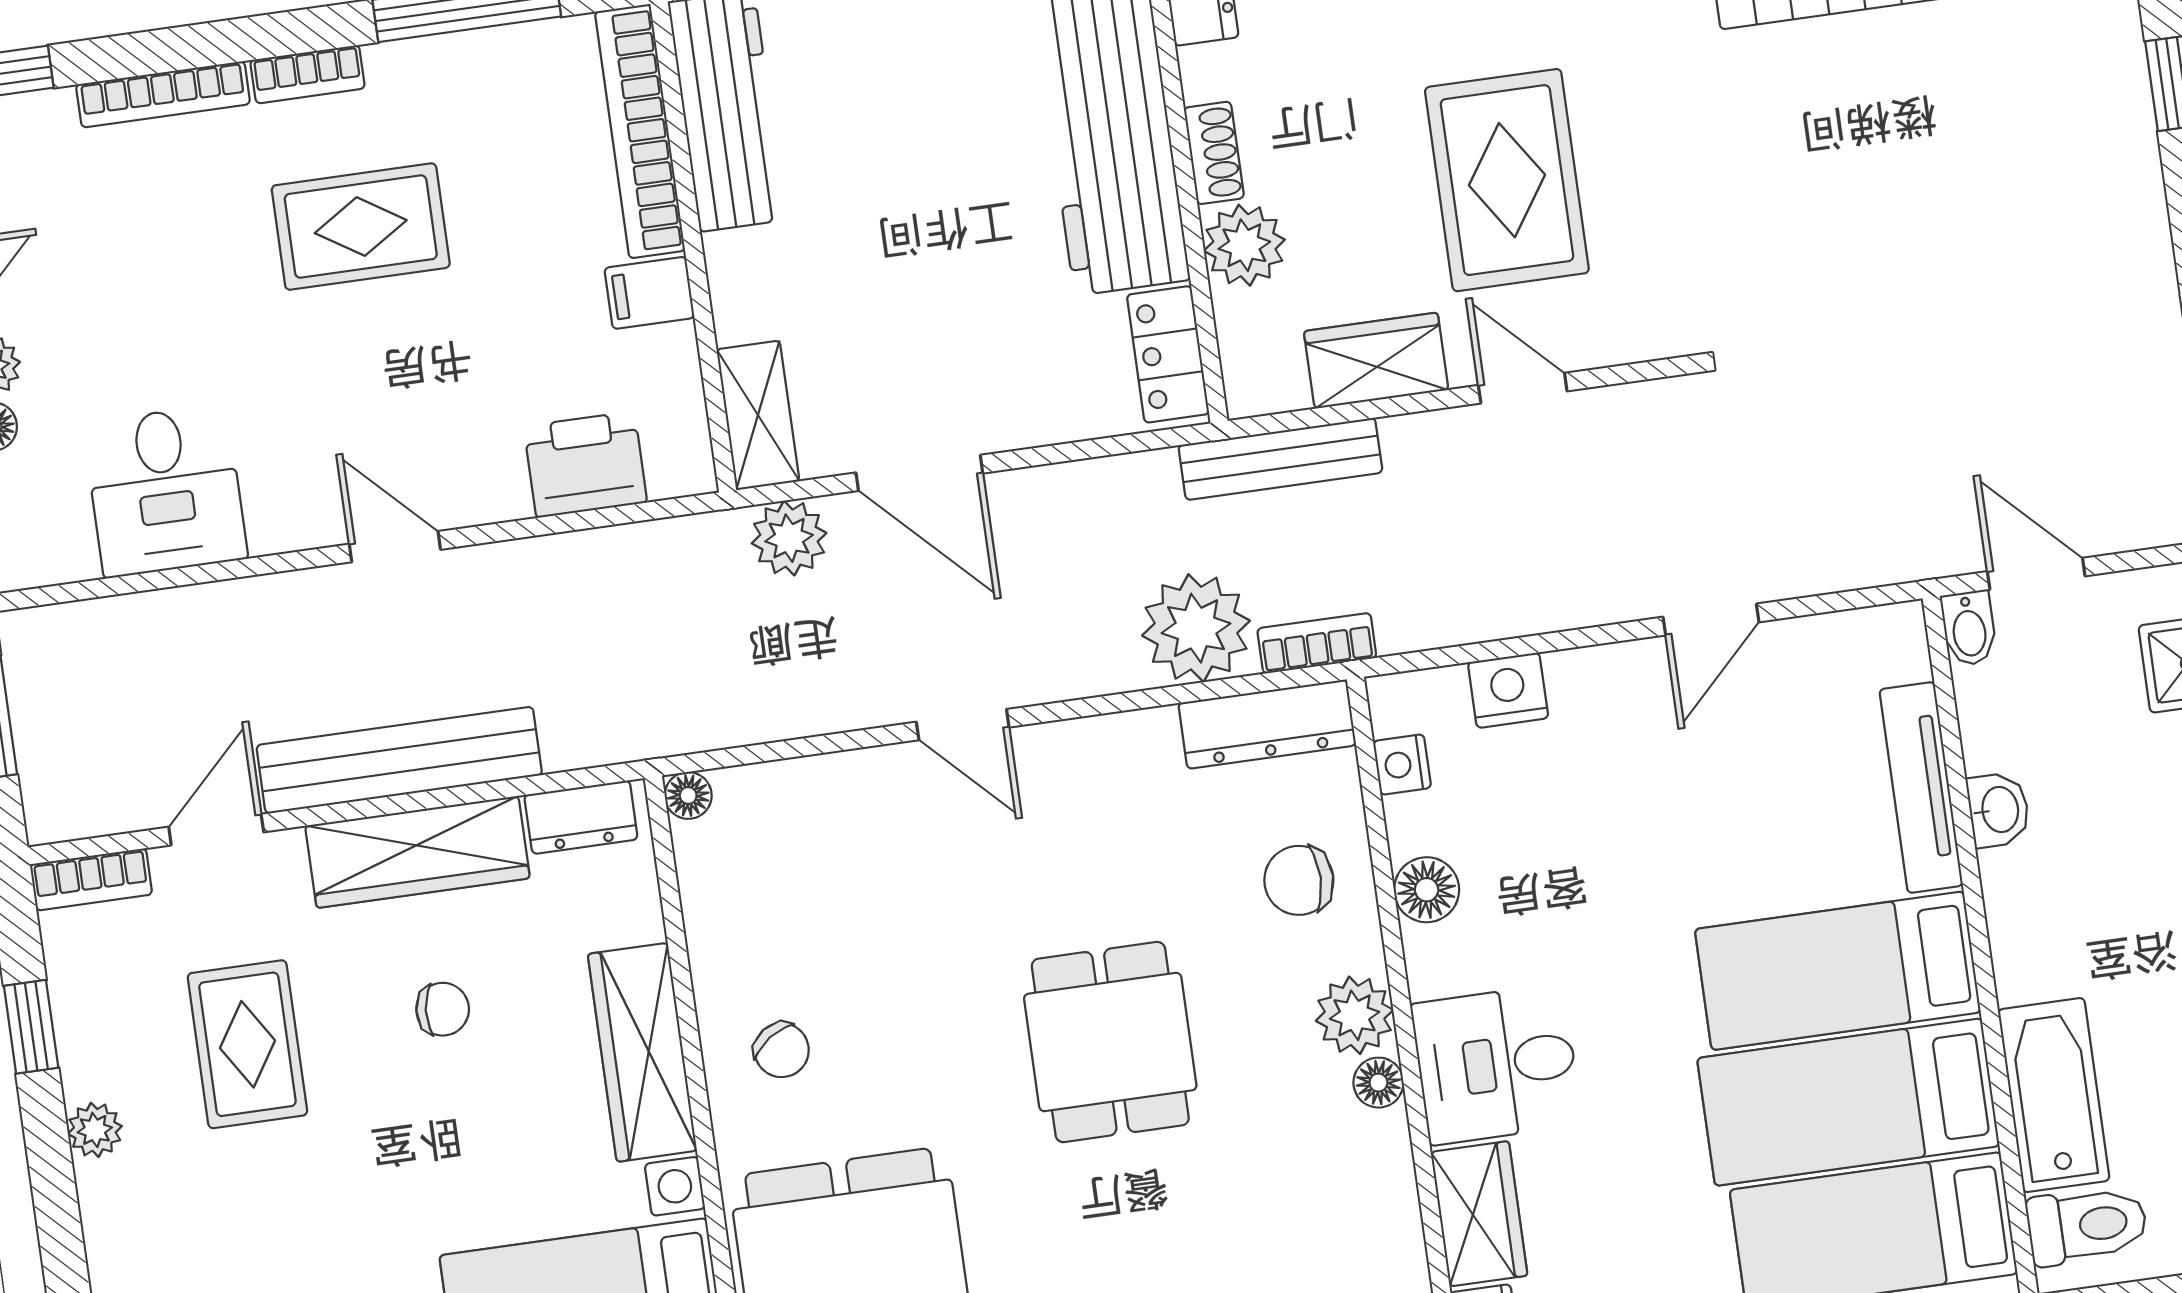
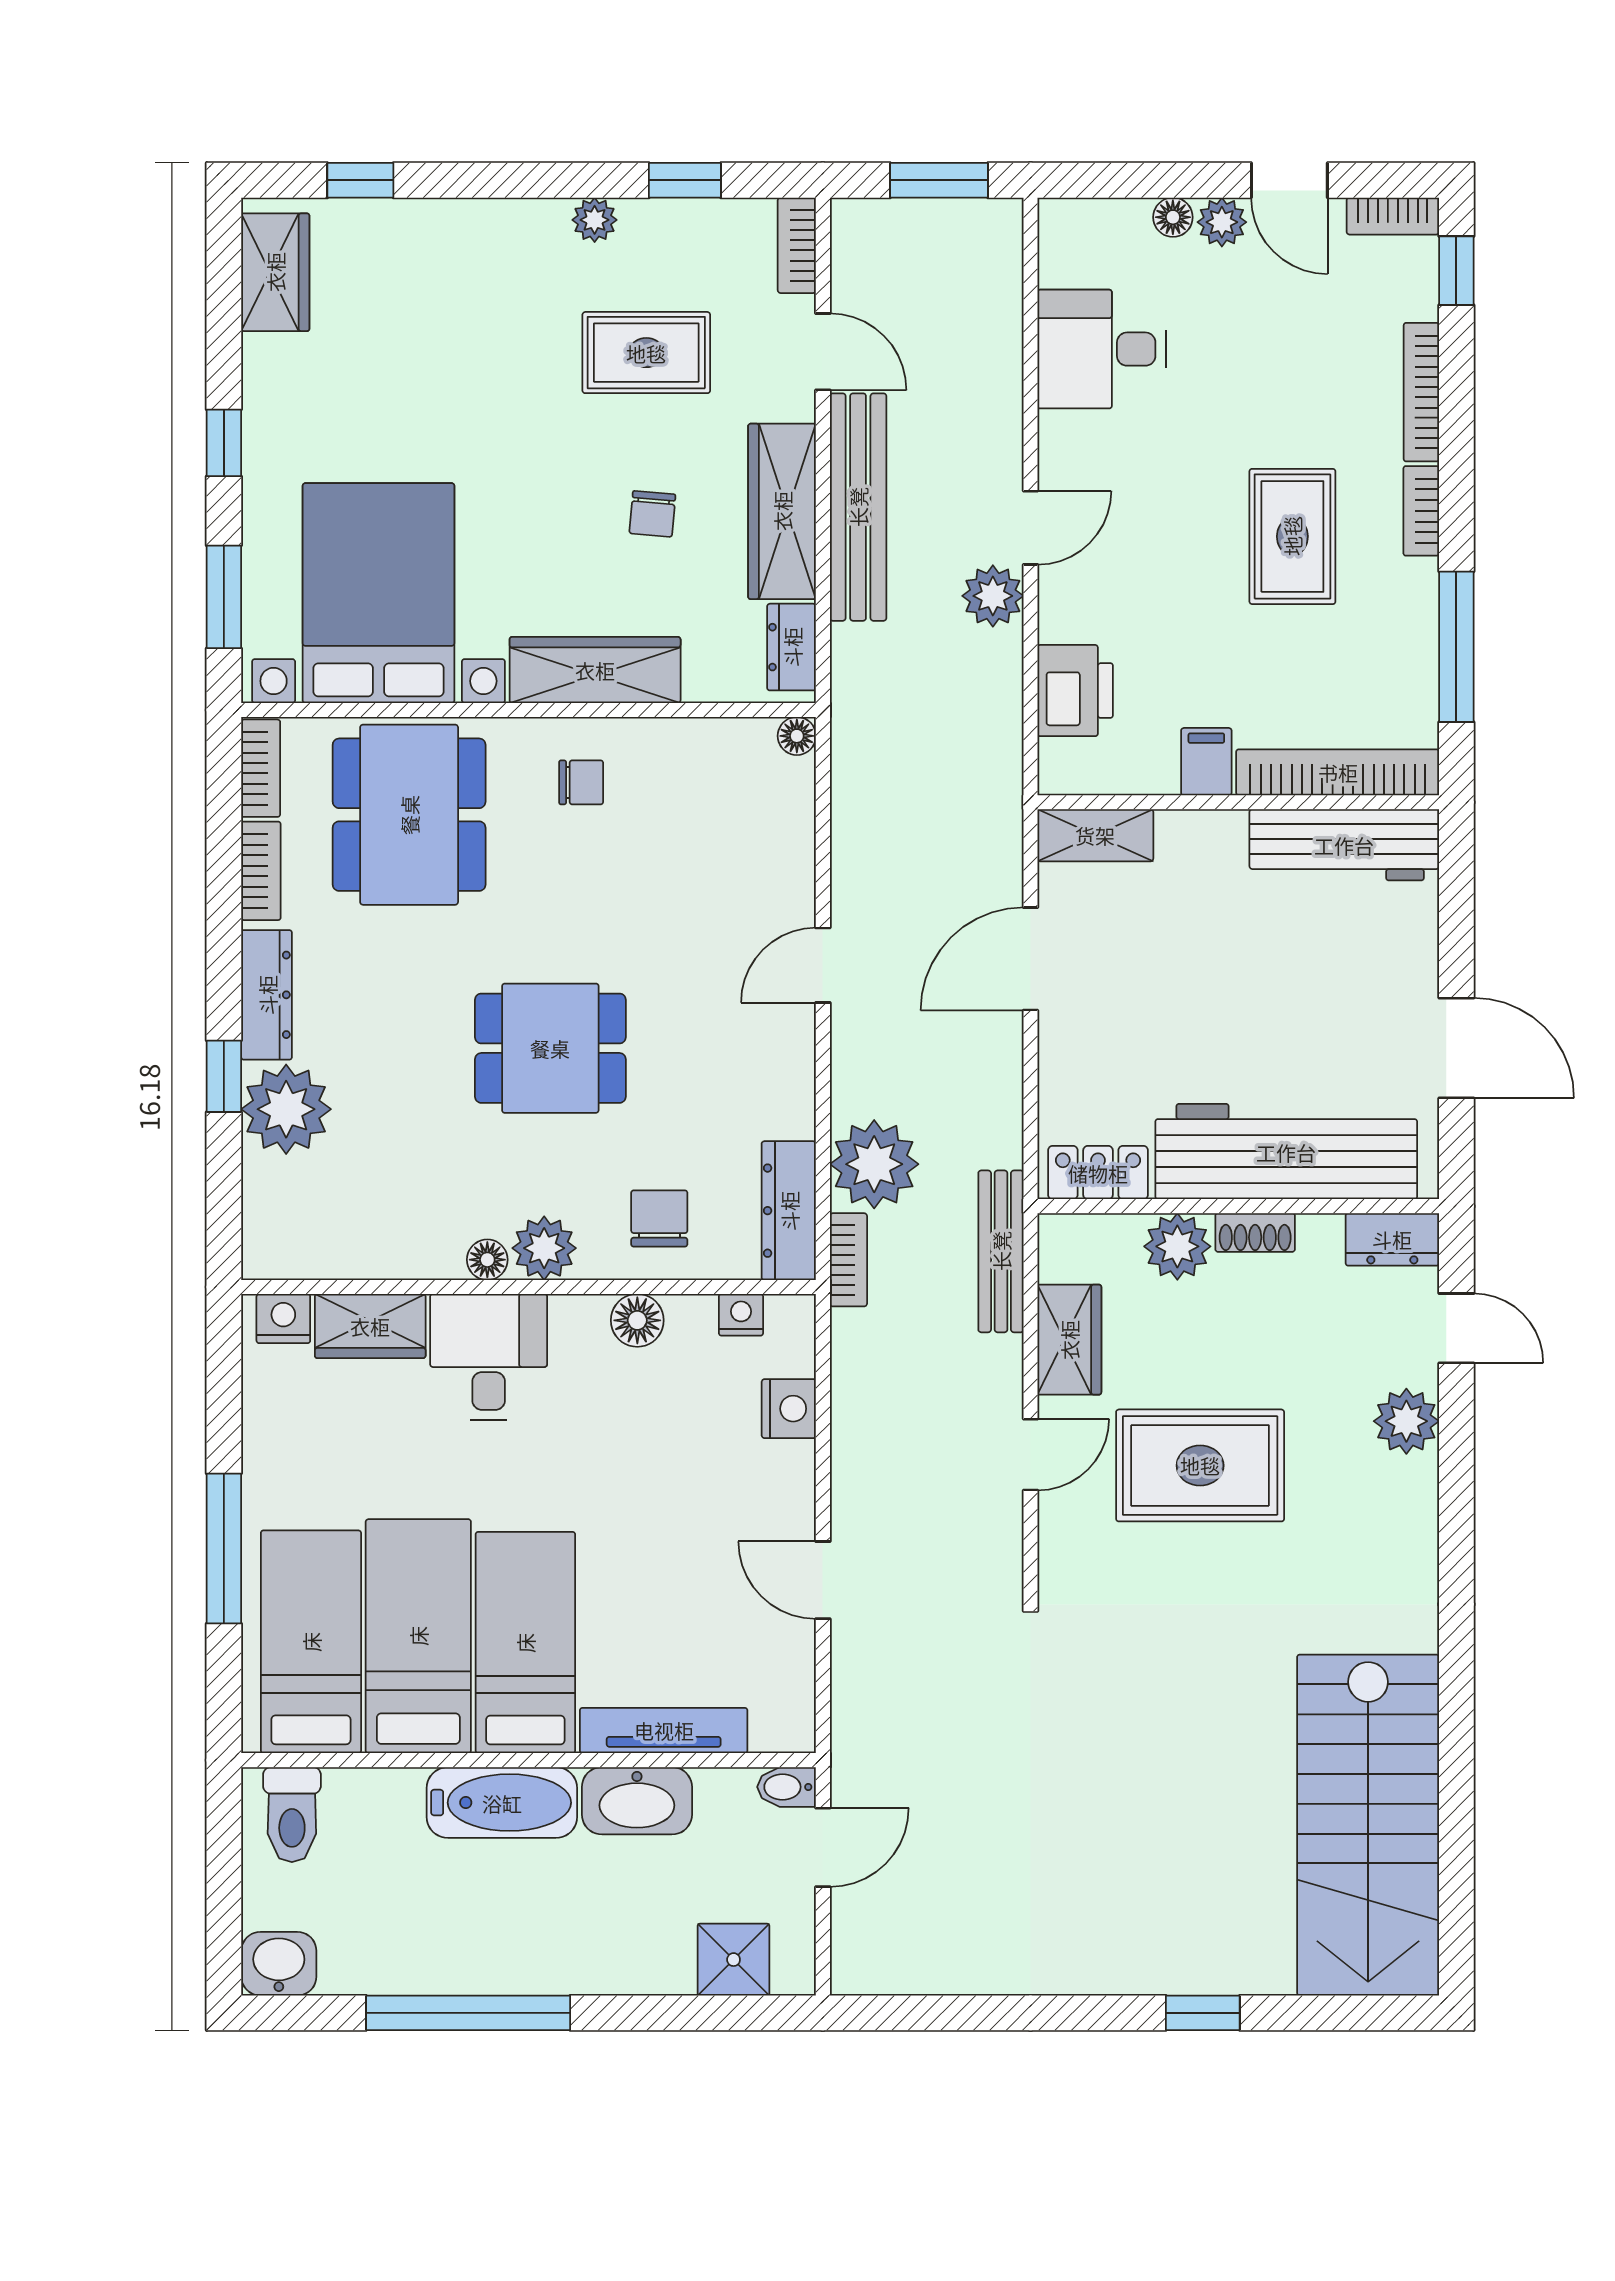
plant: (789, 538) -> (993, 596), moved
washbasin: (1999, 810) -> (637, 1801), width x1.91, depth x1.45
chair: (782, 1050) -> (581, 782), turned -146
bathtub: (2054, 1095) -> (502, 1803), moved

